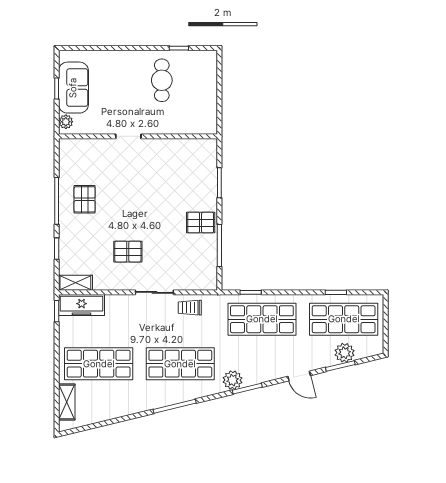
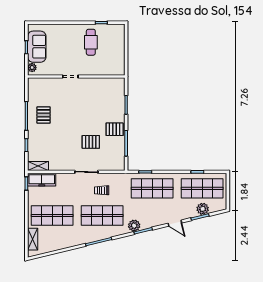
pallet: (128, 252) -> (91, 142), moved
trolley: (190, 308) -> (102, 190), moved

